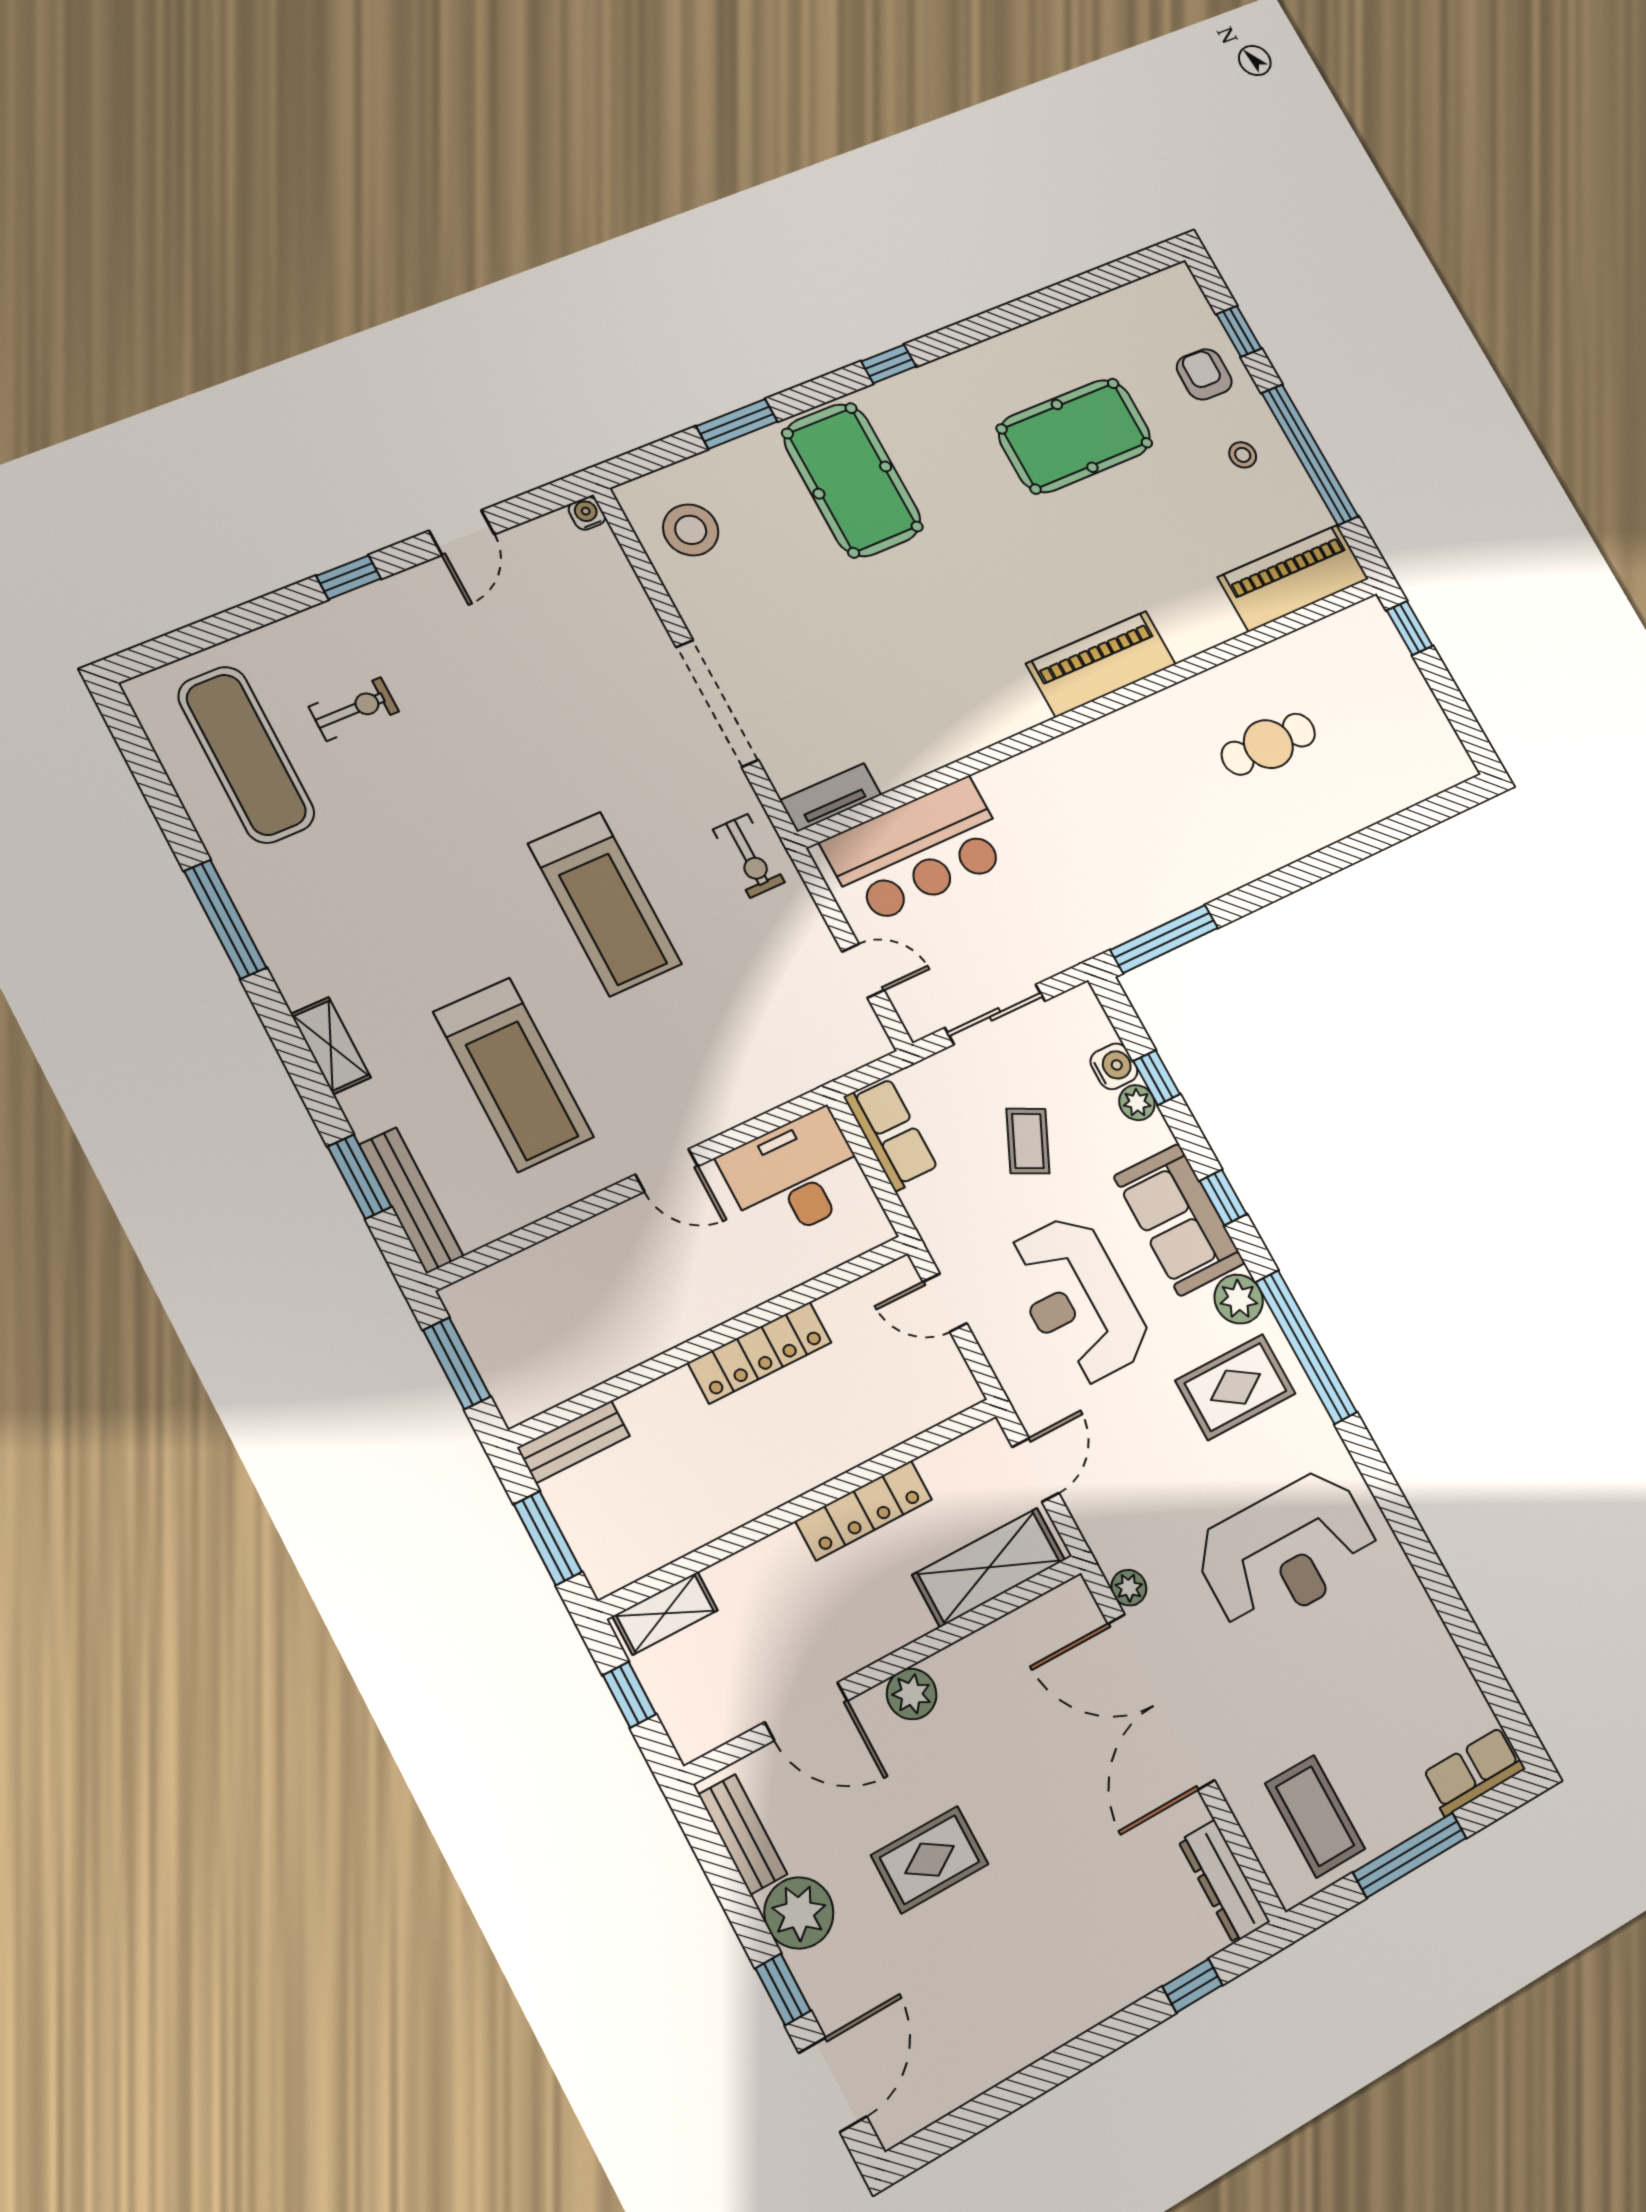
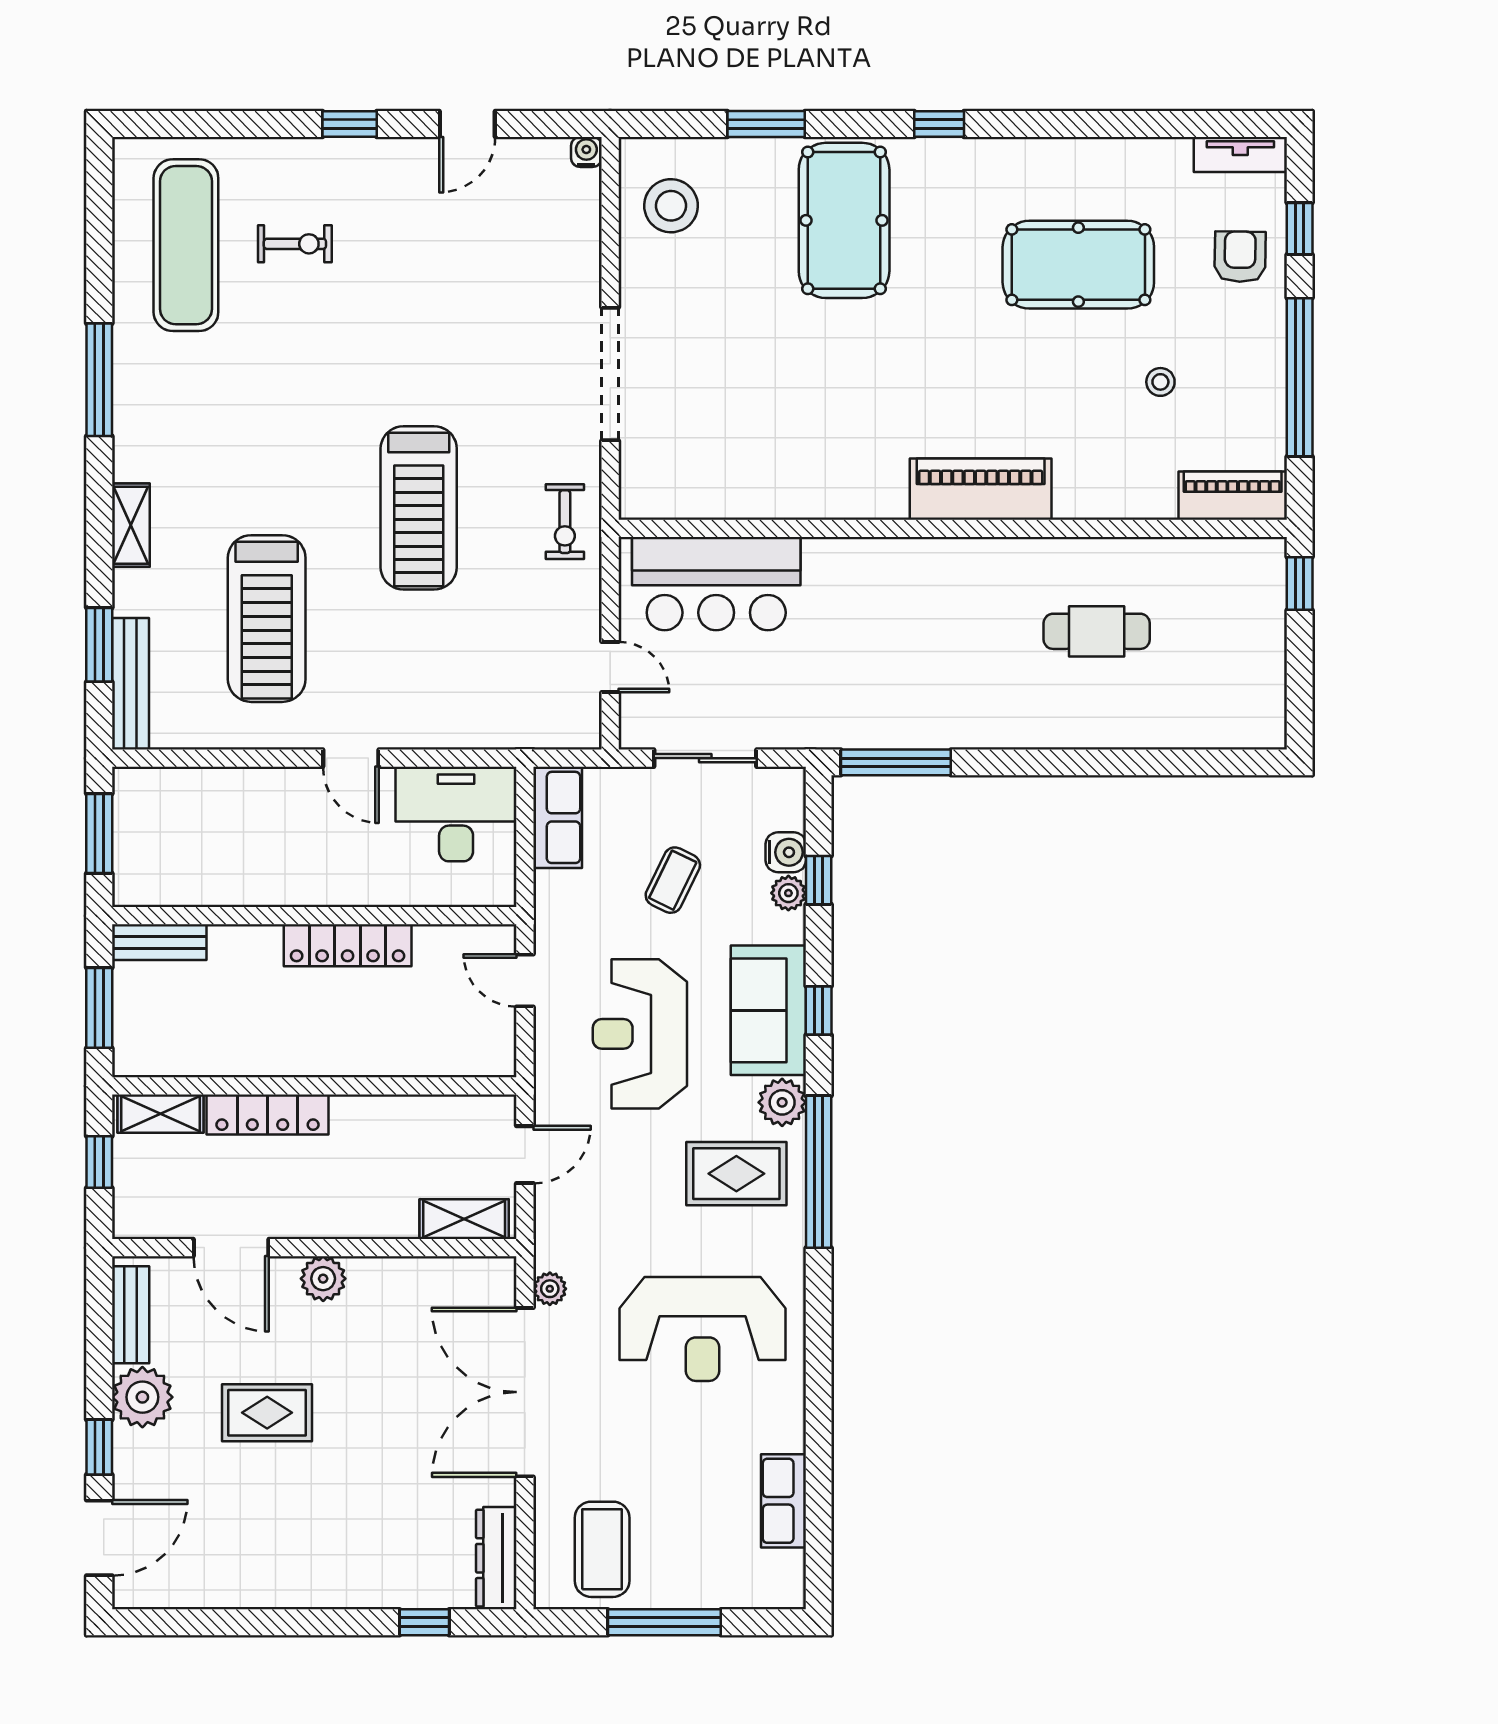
stool: (1243, 455) -> (1160, 382), moved
piano: (1293, 578) -> (1233, 496), width x0.73, depth x0.75
tv unit: (831, 798) -> (1240, 155), moved, turned 180
locker: (864, 1510) -> (267, 1115), moved
shelving: (989, 1567) -> (464, 1219), width x0.67, depth x0.75
row of seats: (1474, 1771) -> (783, 1501), moved, turned -90

